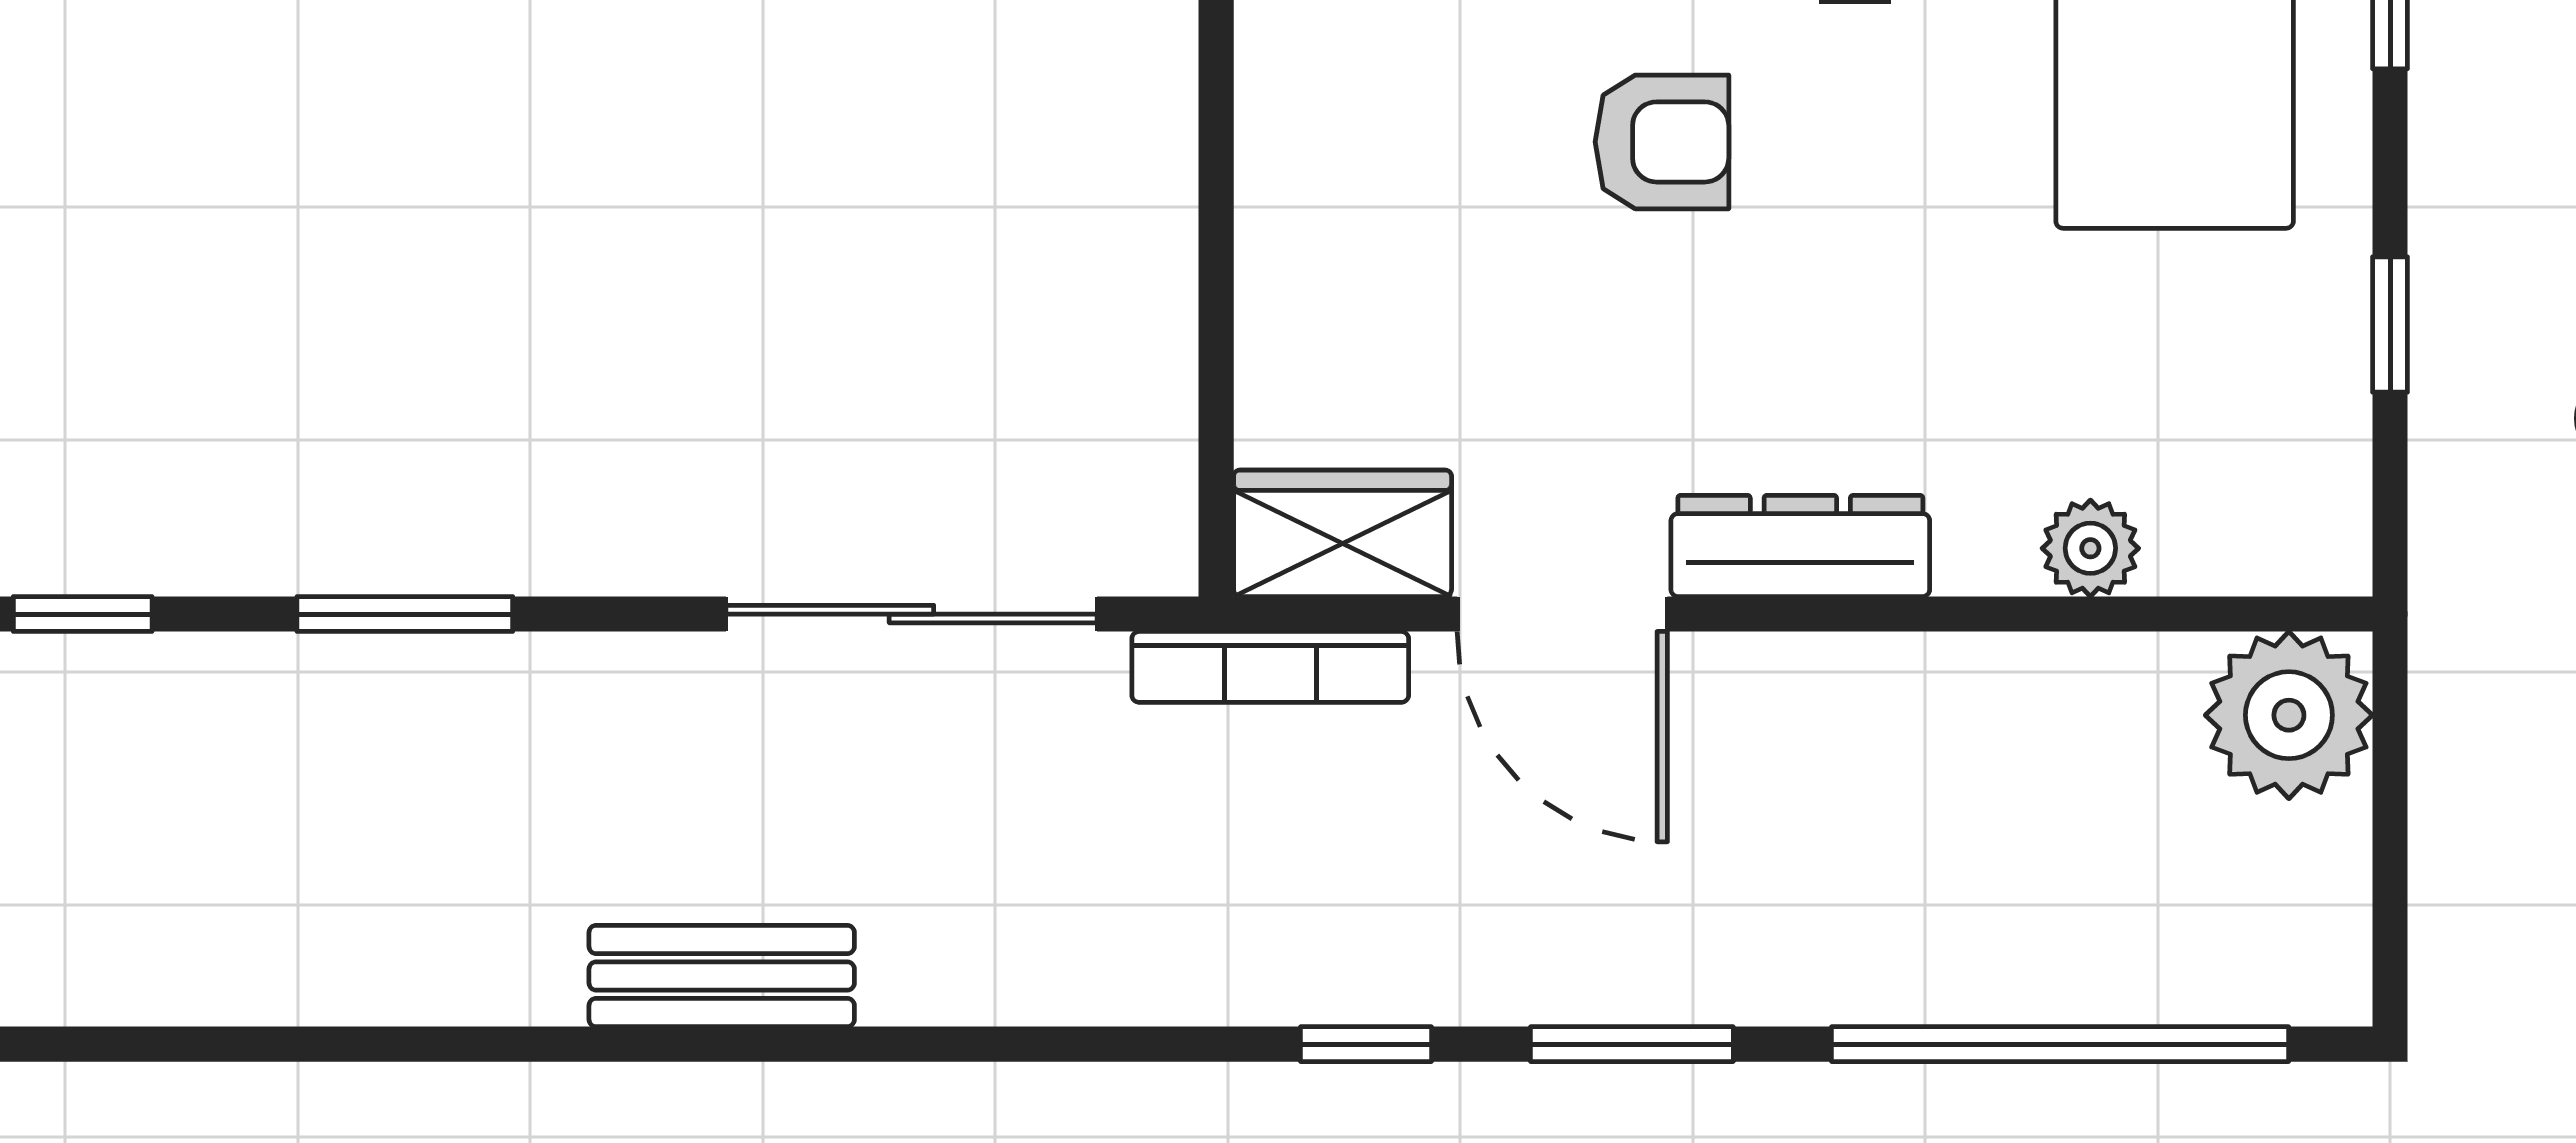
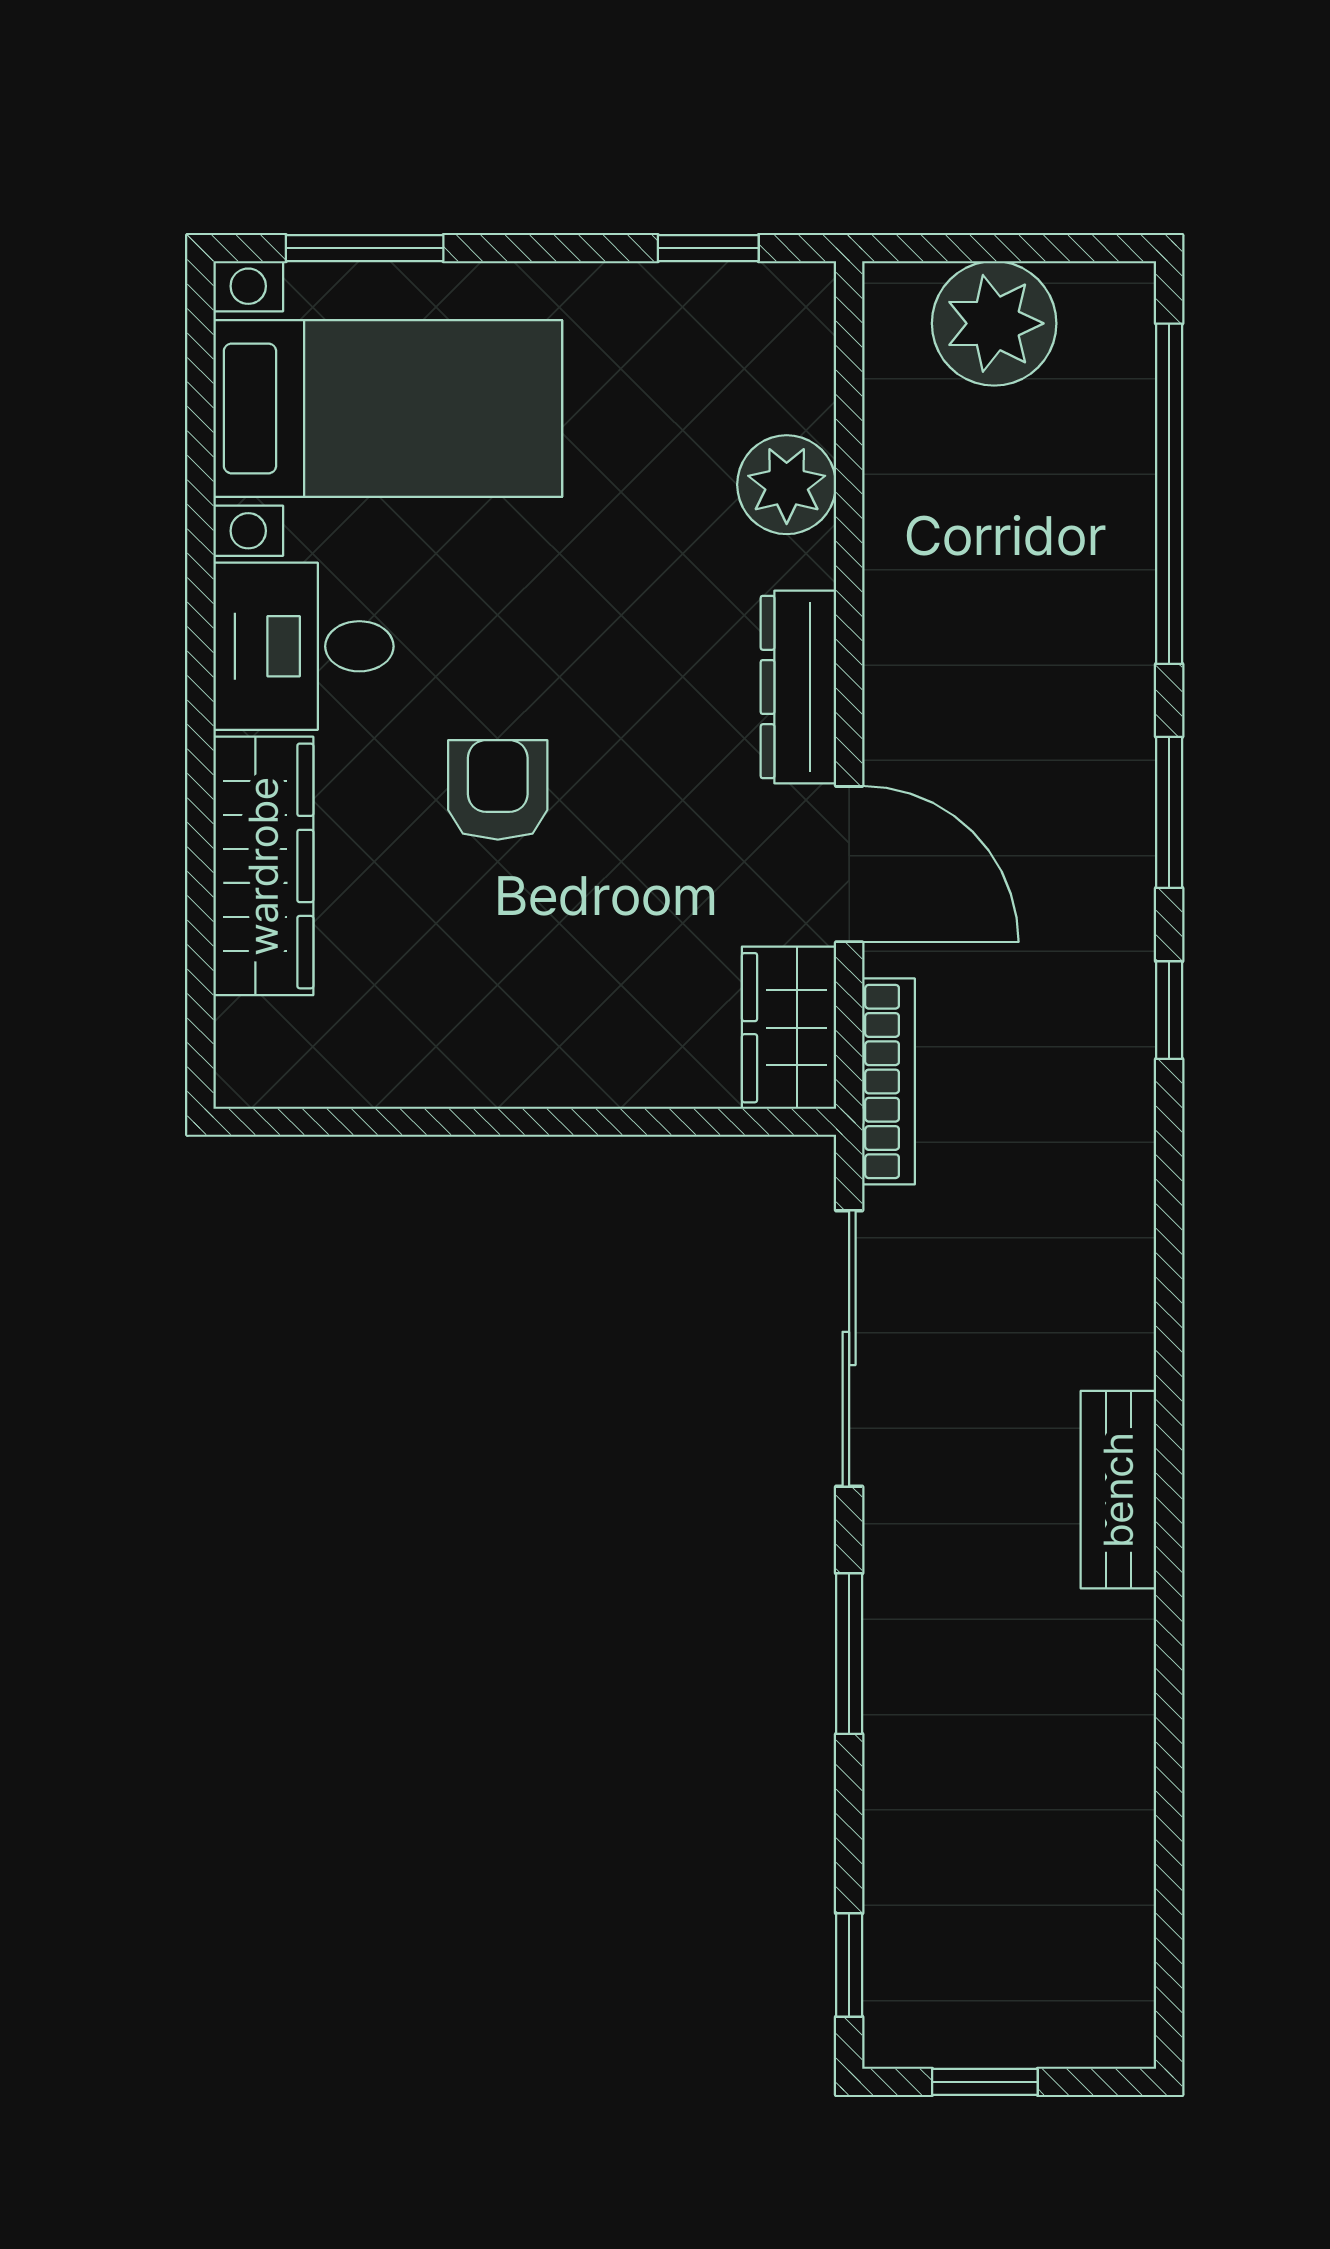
window: (2390, 325) -> (708, 248), moved
plant: (2090, 548) -> (787, 485), width x1.38, depth x1.38
window: (405, 614) -> (849, 1654), moved
door: (1562, 614) -> (849, 864), hinge flipped
plant: (2289, 715) -> (994, 323), moved

